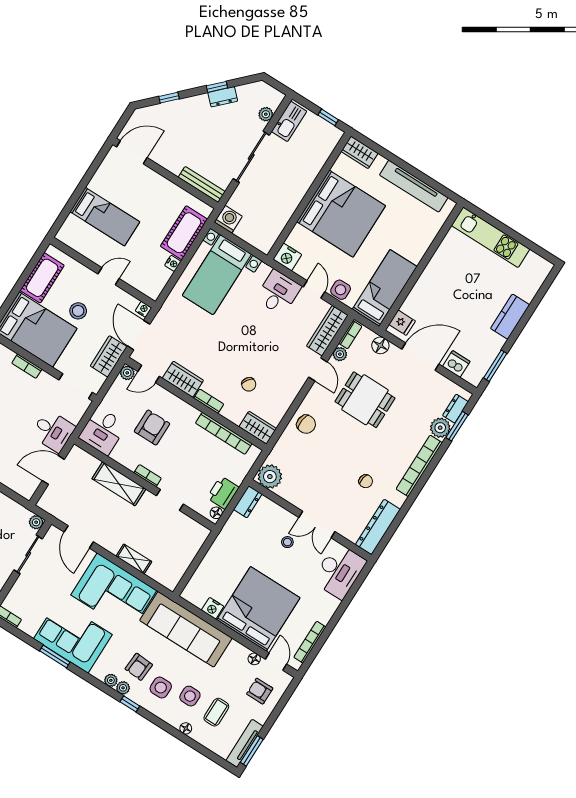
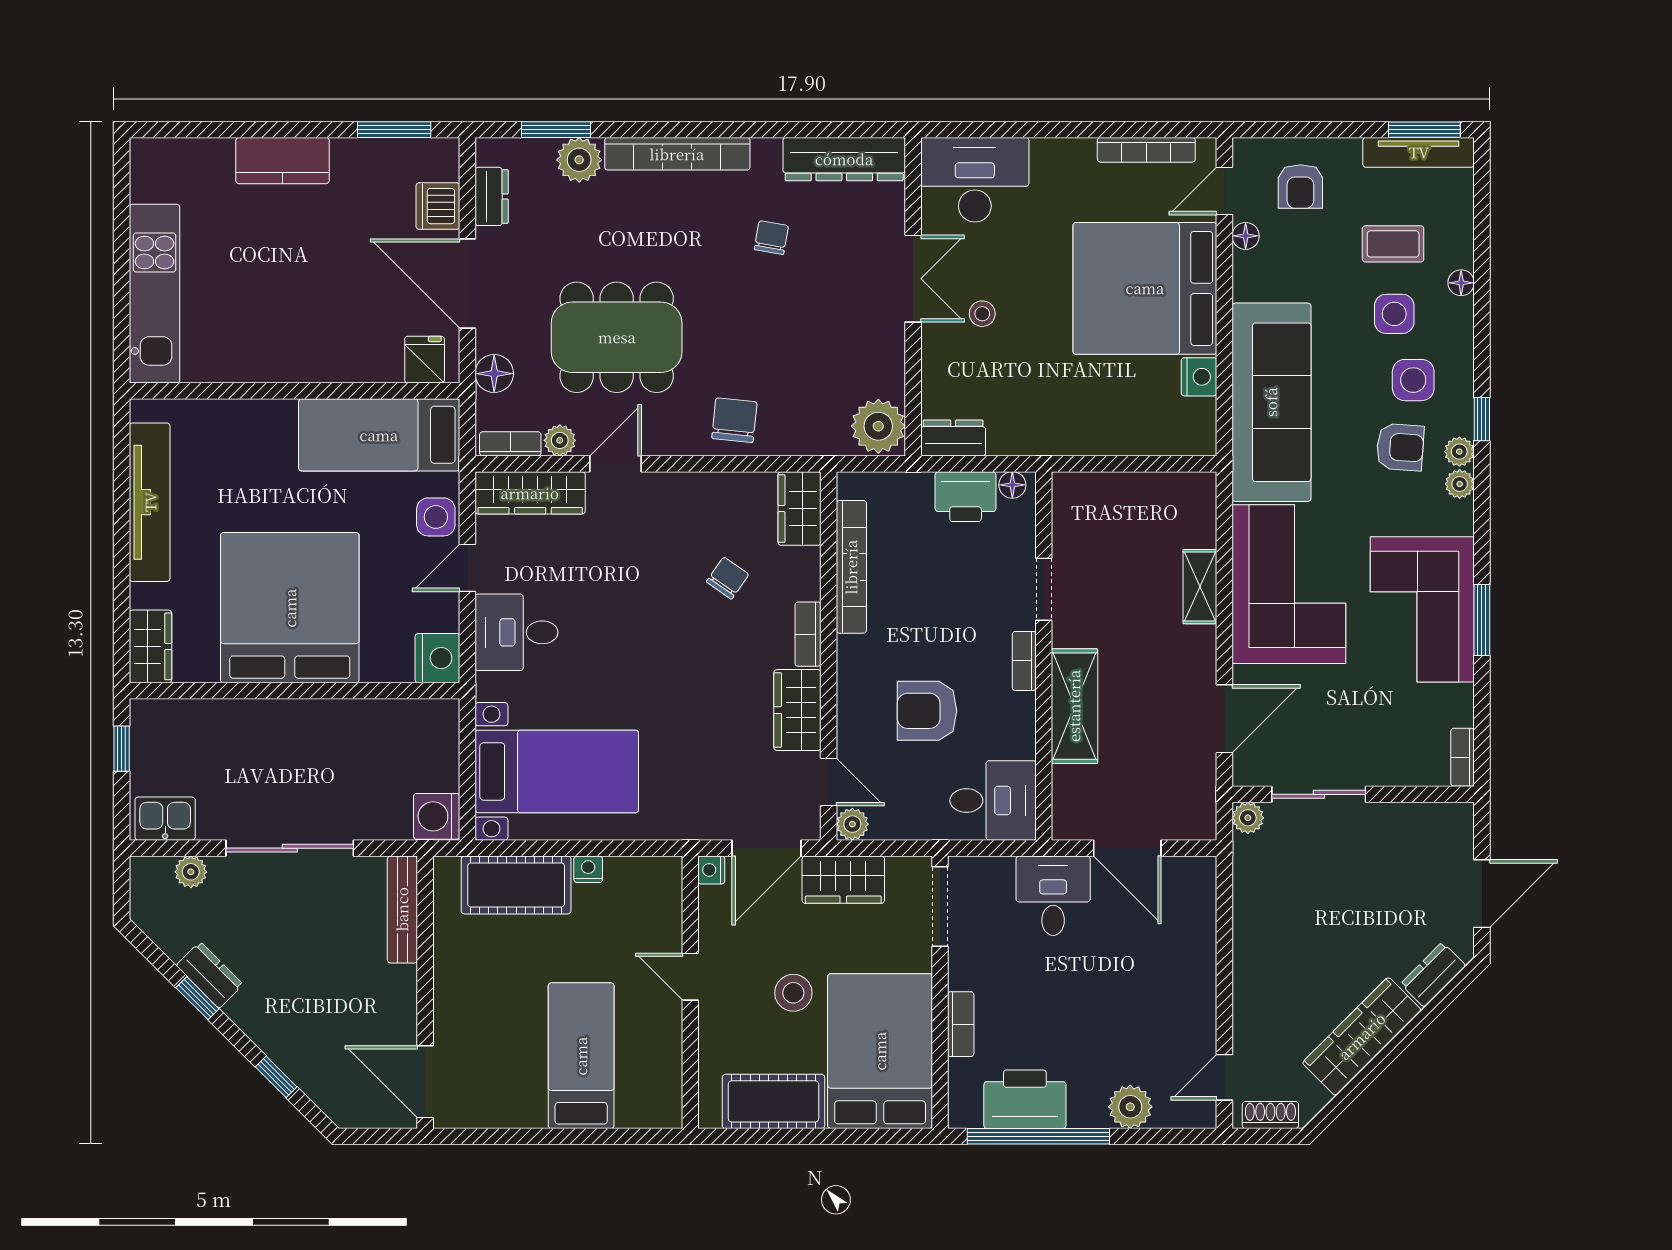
kitchen sink: (289, 121) -> (165, 819), width x0.73
dining table: (365, 400) -> (617, 337), width x1.38
dresser: (455, 409) -> (492, 196), moved, turned -90

